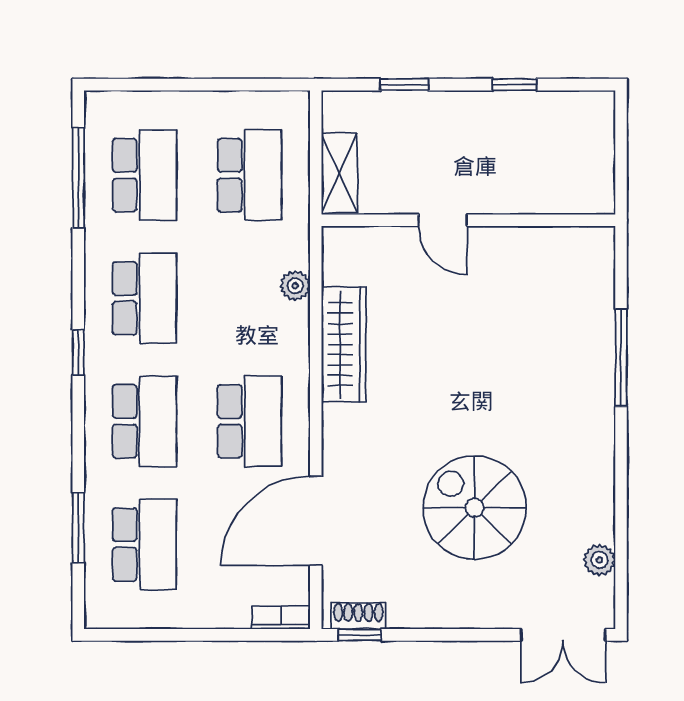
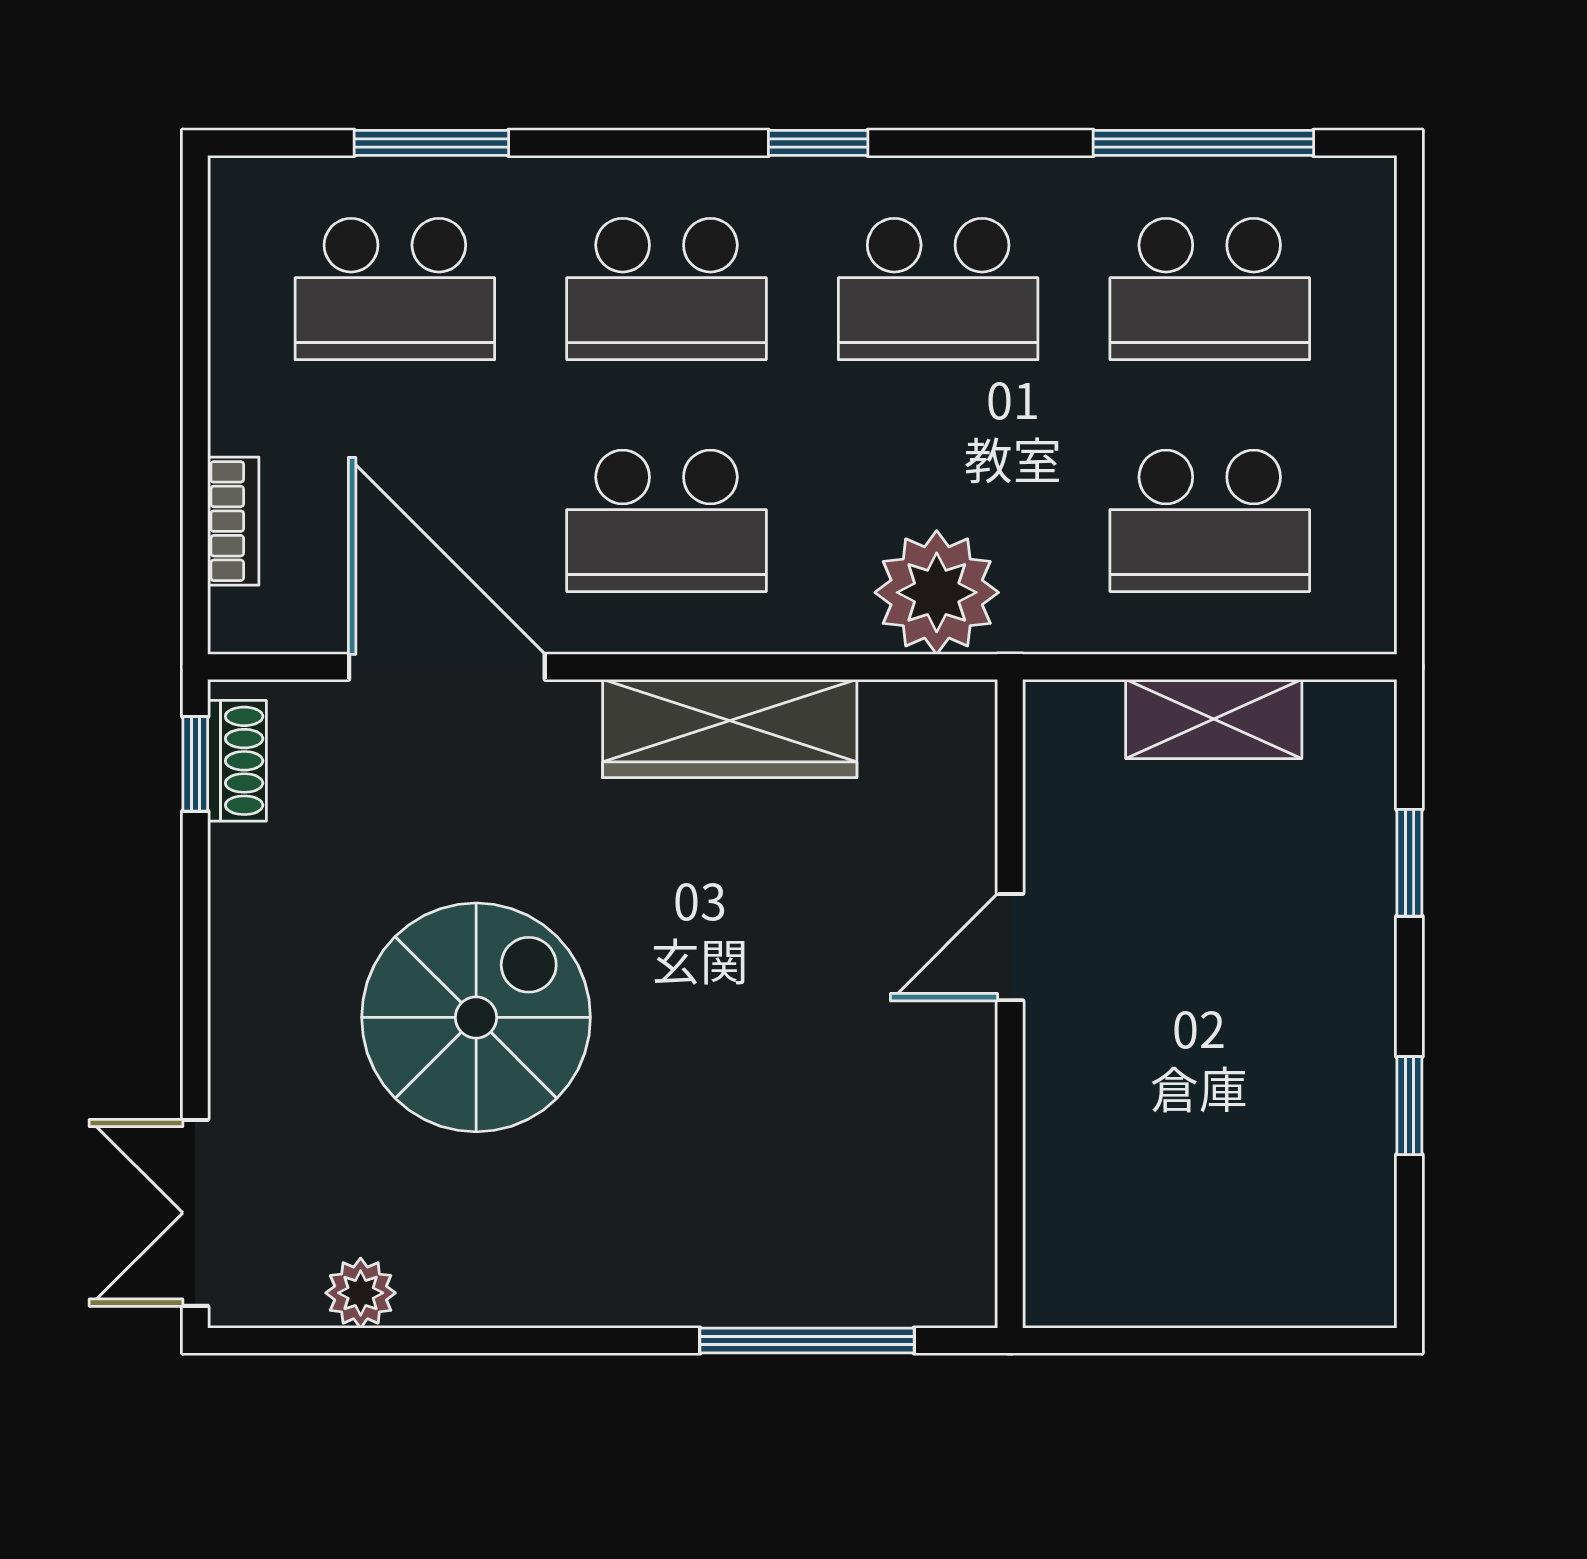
door: (443, 220) -> (1010, 947), moved
wall: (468, 220) -> (1010, 1004), moved
plant: (295, 286) -> (937, 592), width x1.88, depth x1.88
wardrobe: (344, 344) -> (730, 729), moved
bookcase: (281, 618) -> (233, 521), moved

